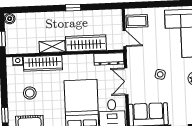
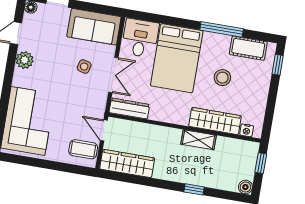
window: (73, 8) -> (194, 189), moved
wardrobe: (86, 43) -> (127, 163), moved, turned 180
side table: (160, 74) -> (84, 67), moved
stool: (30, 93) -> (222, 78), moved

